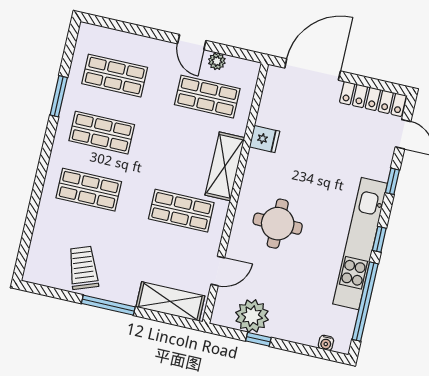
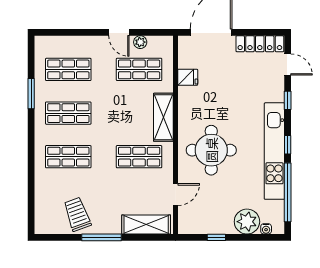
fridge: (265, 139) -> (188, 77), moved
round table: (278, 224) -> (211, 150), width x1.36, depth x1.36
plant: (252, 316) -> (247, 222), moved

